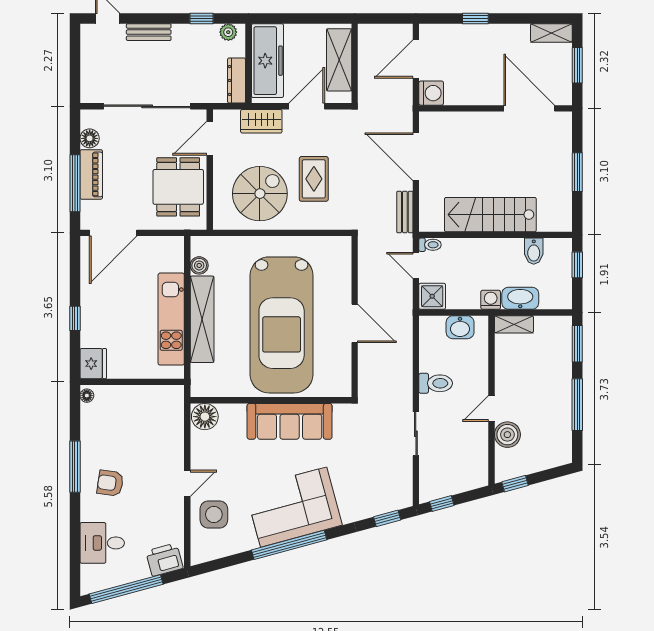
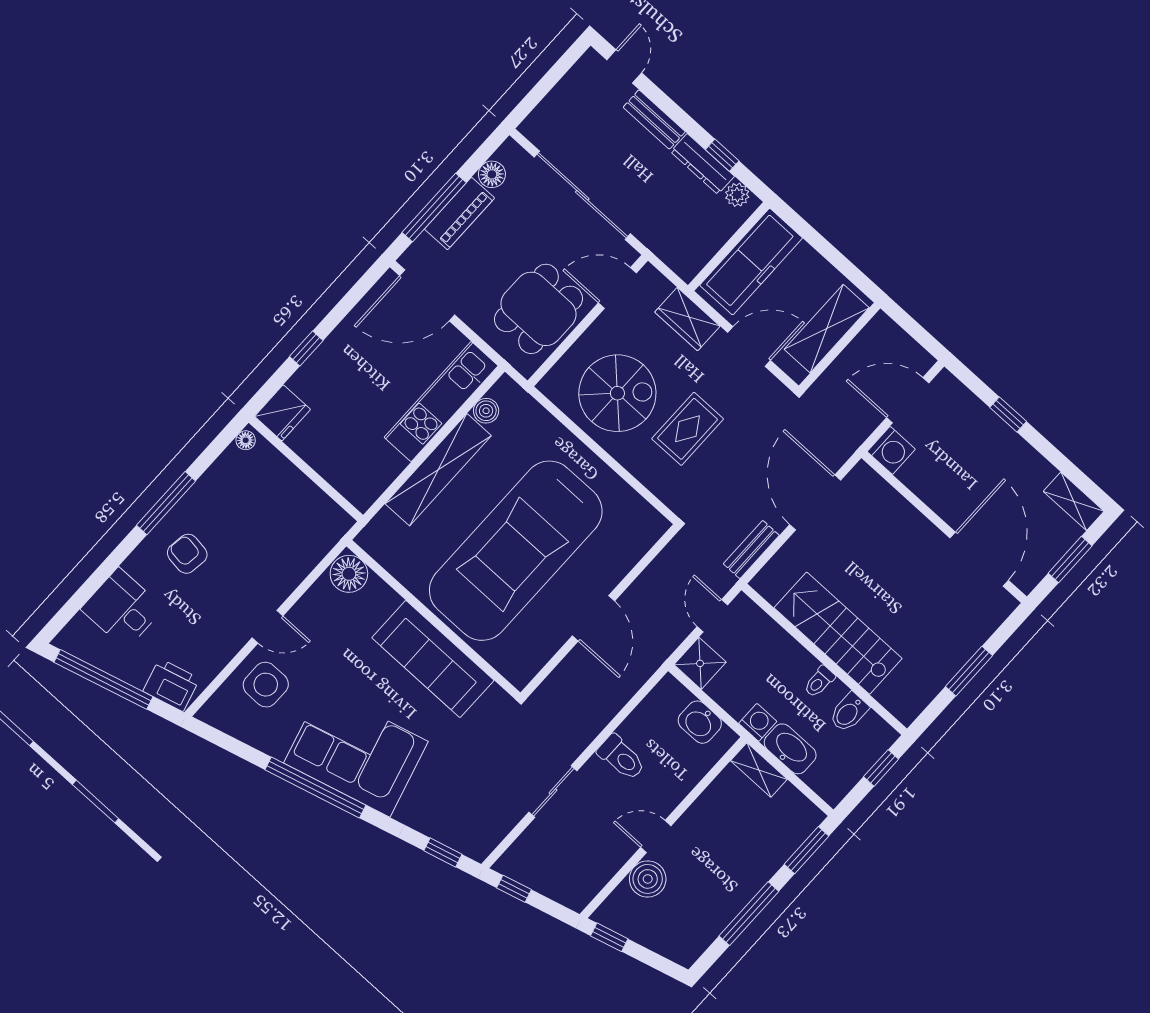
dresser: (237, 80) -> (703, 164), moved, turned -90
toilet: (430, 245) -> (819, 682), moved, turned 90
kitchen unit: (171, 319) -> (441, 402), moved

